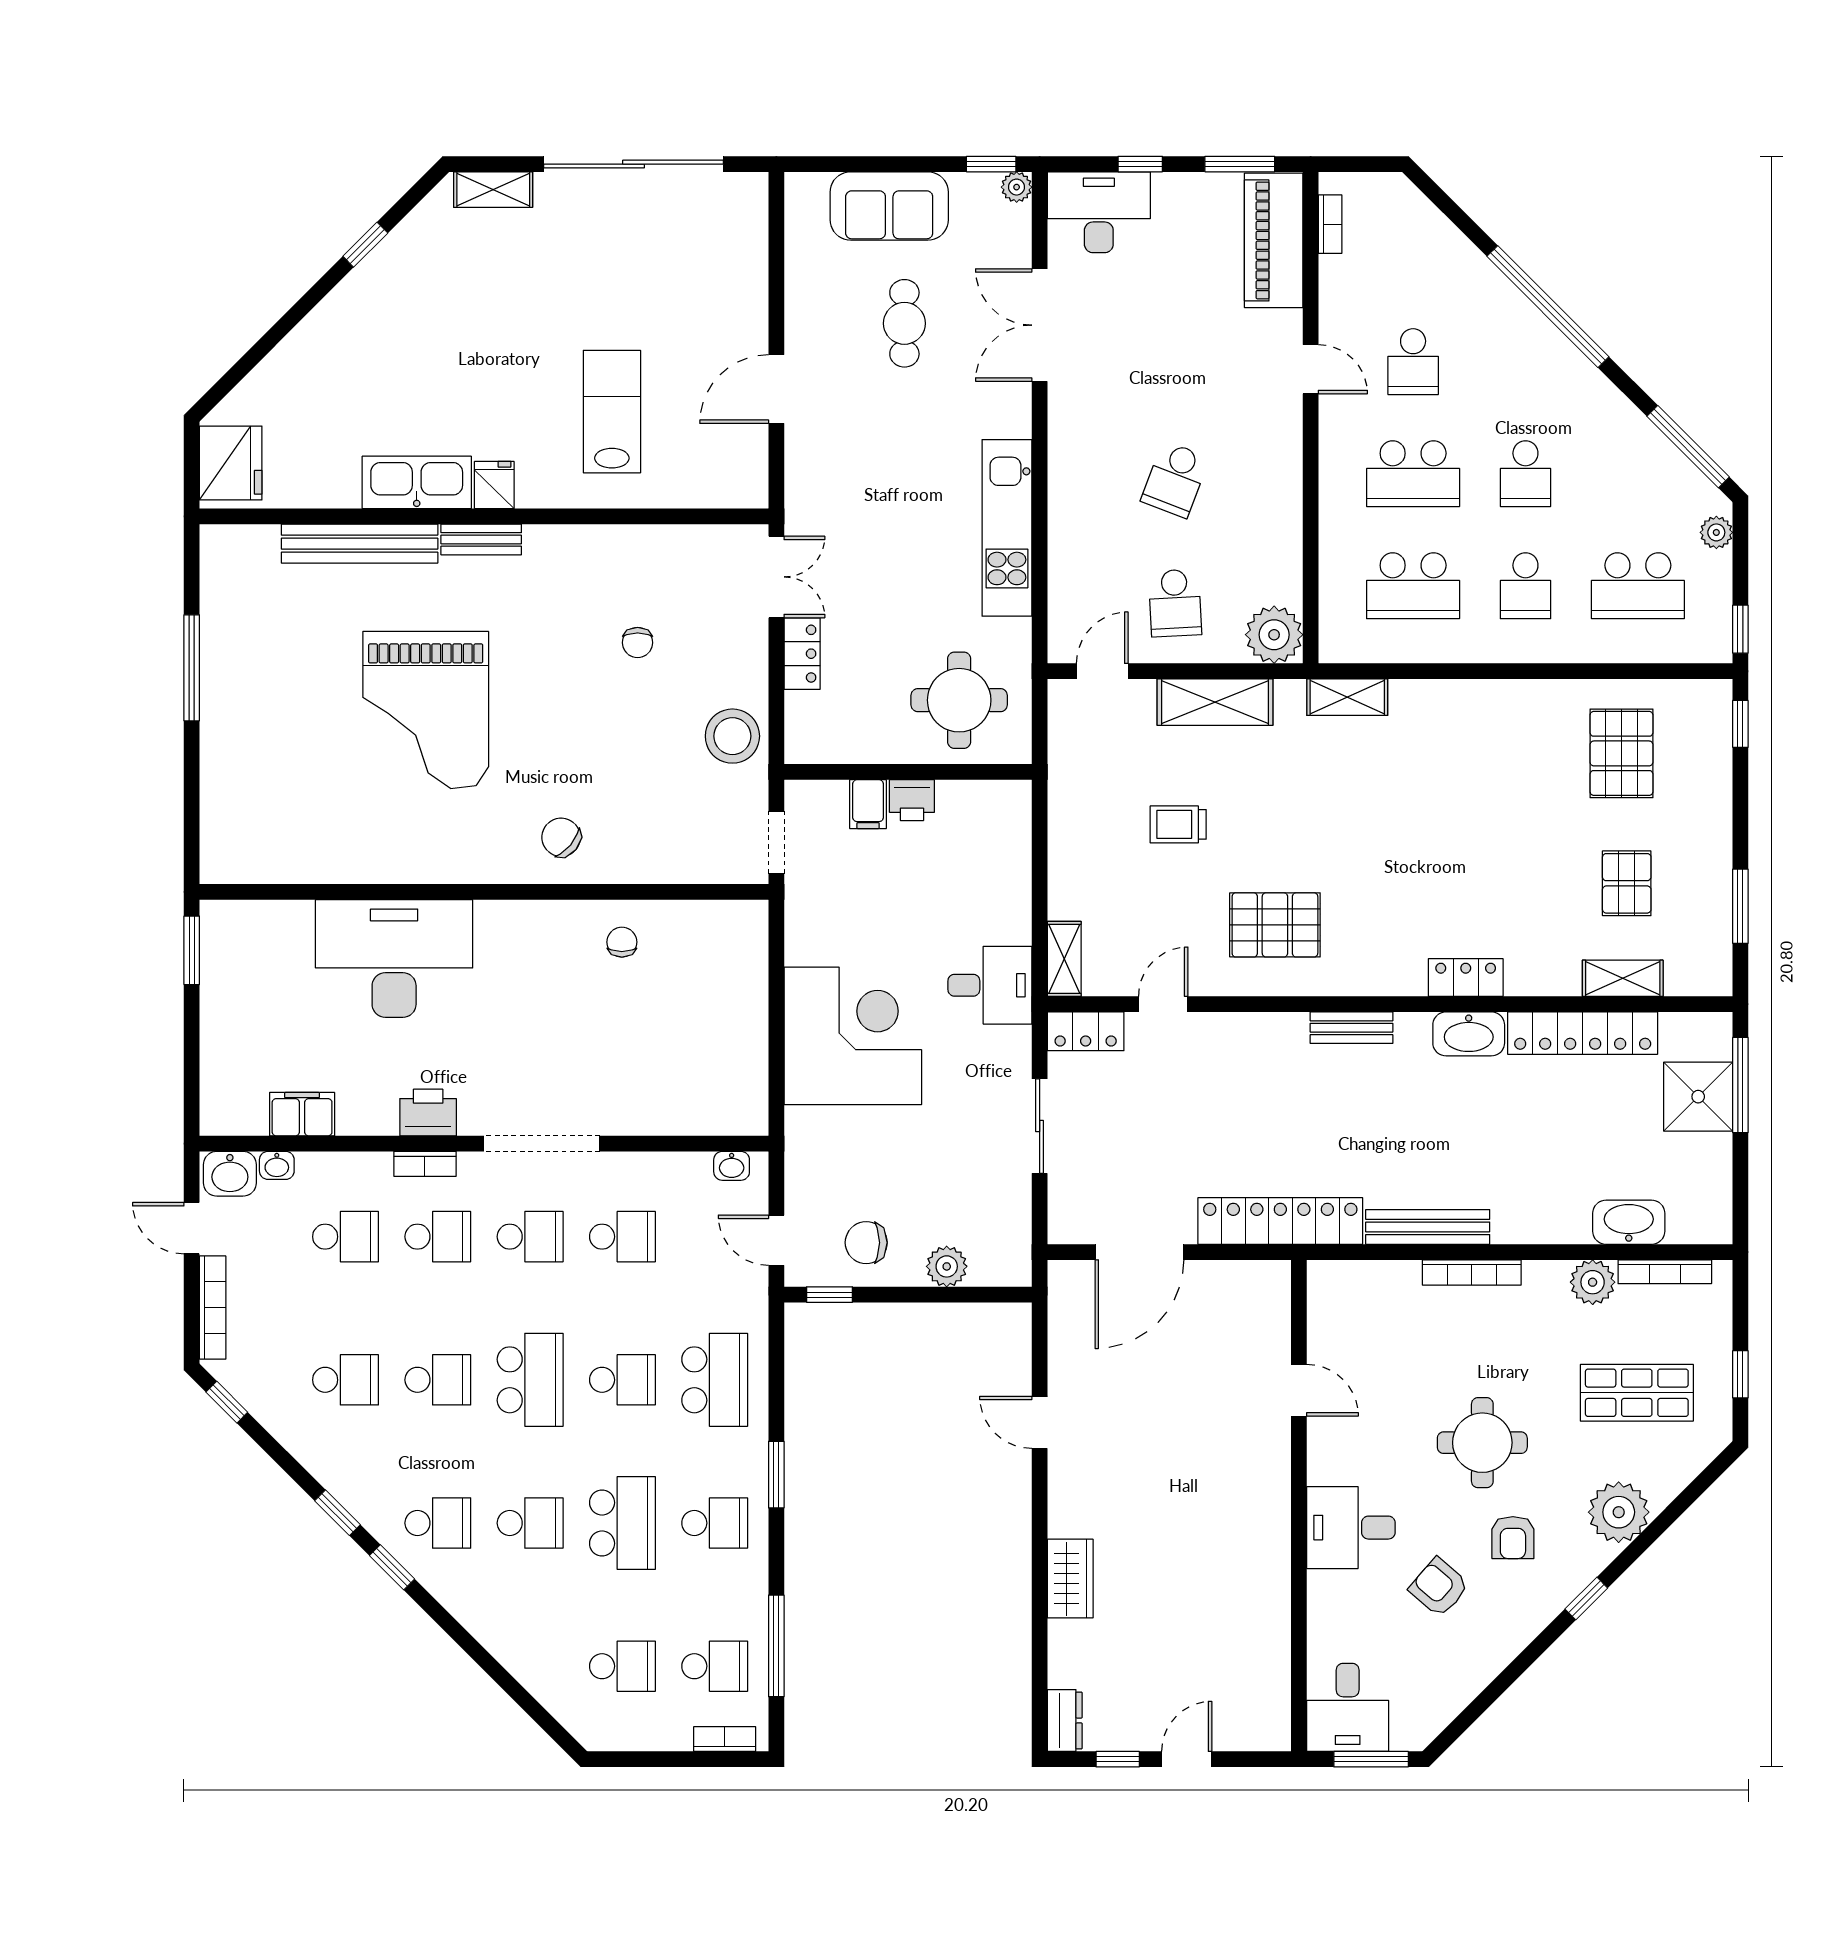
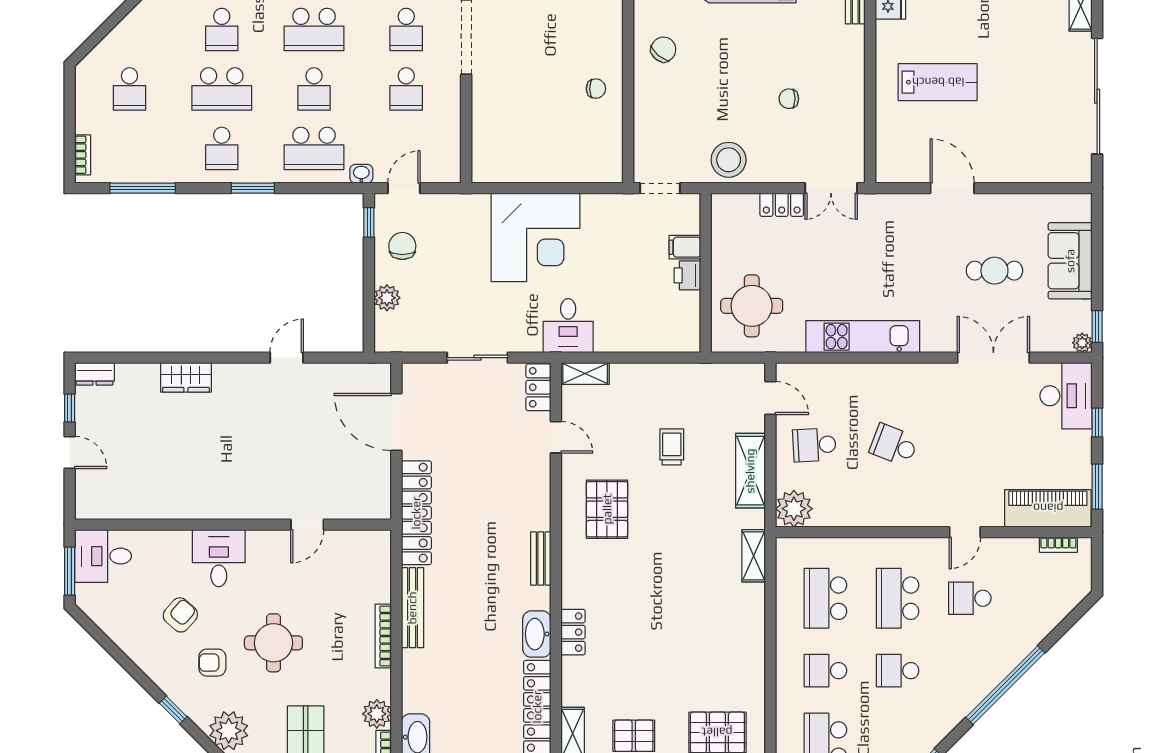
washbasin: (732, 1166) -> (361, 174), moved, turned 90
school desk: (715, 1666) -> (130, 148), removed

